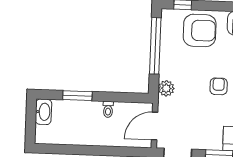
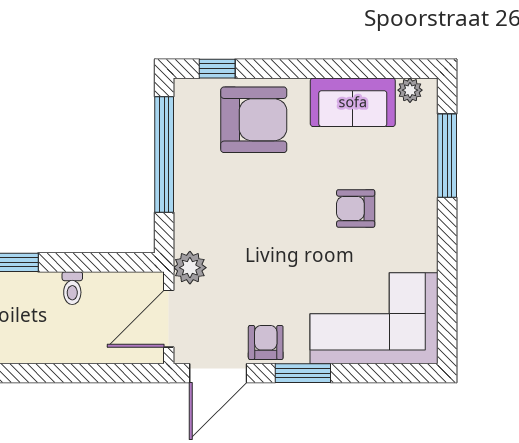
armchair: (219, 86) -> (266, 343), moved
plant: (166, 88) -> (190, 268), moved

